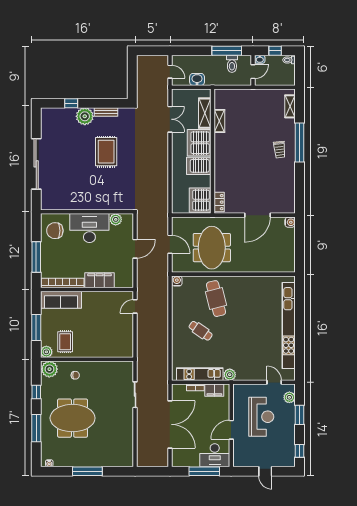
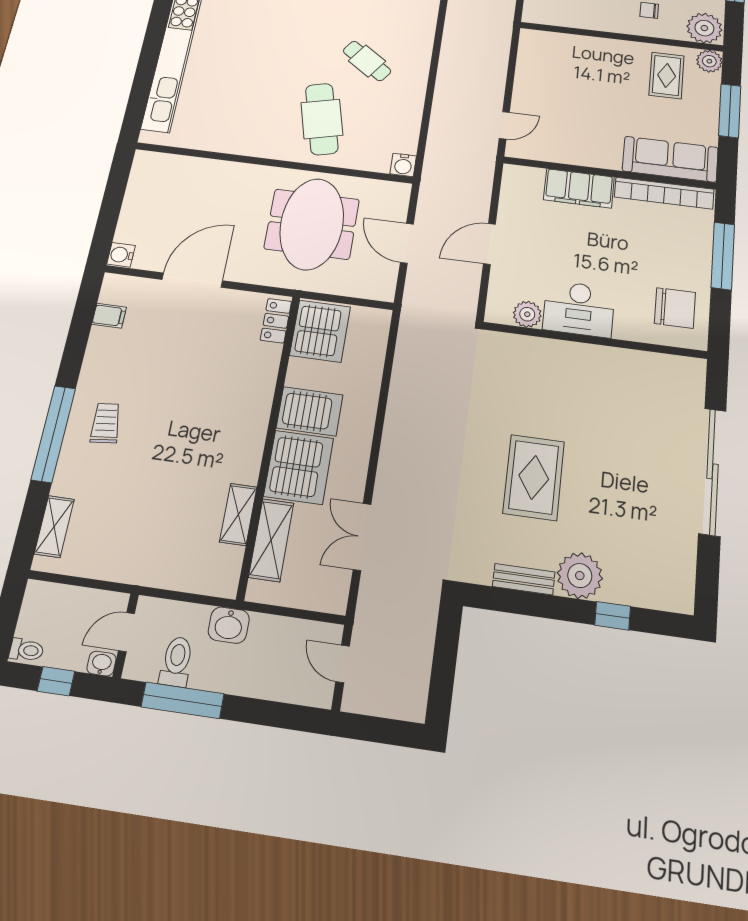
washbasin: (197, 79) -> (229, 625), moved
filing cabinet: (289, 195) -> (109, 316), added
desk: (89, 228) -> (579, 309), width x0.73, depth x0.77

